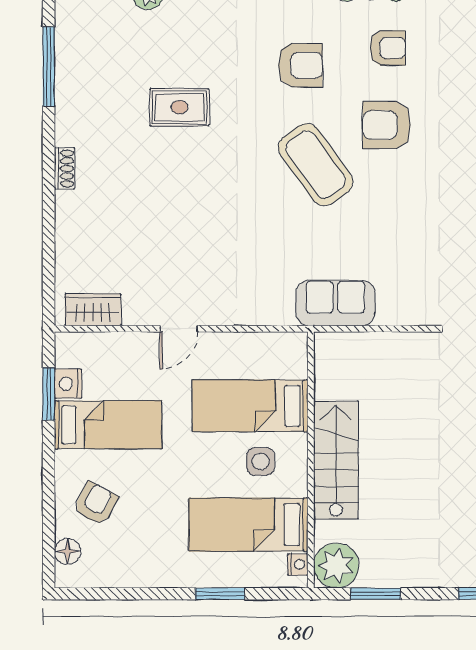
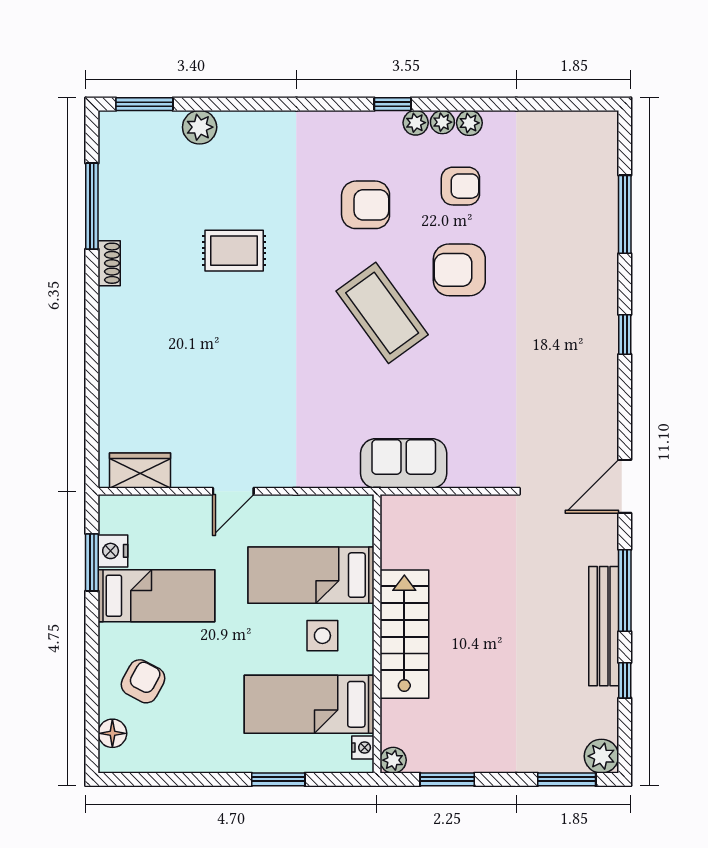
shoe rack: (65, 168) -> (109, 263), moved
plant: (336, 566) -> (393, 760), width x0.53, depth x0.53

